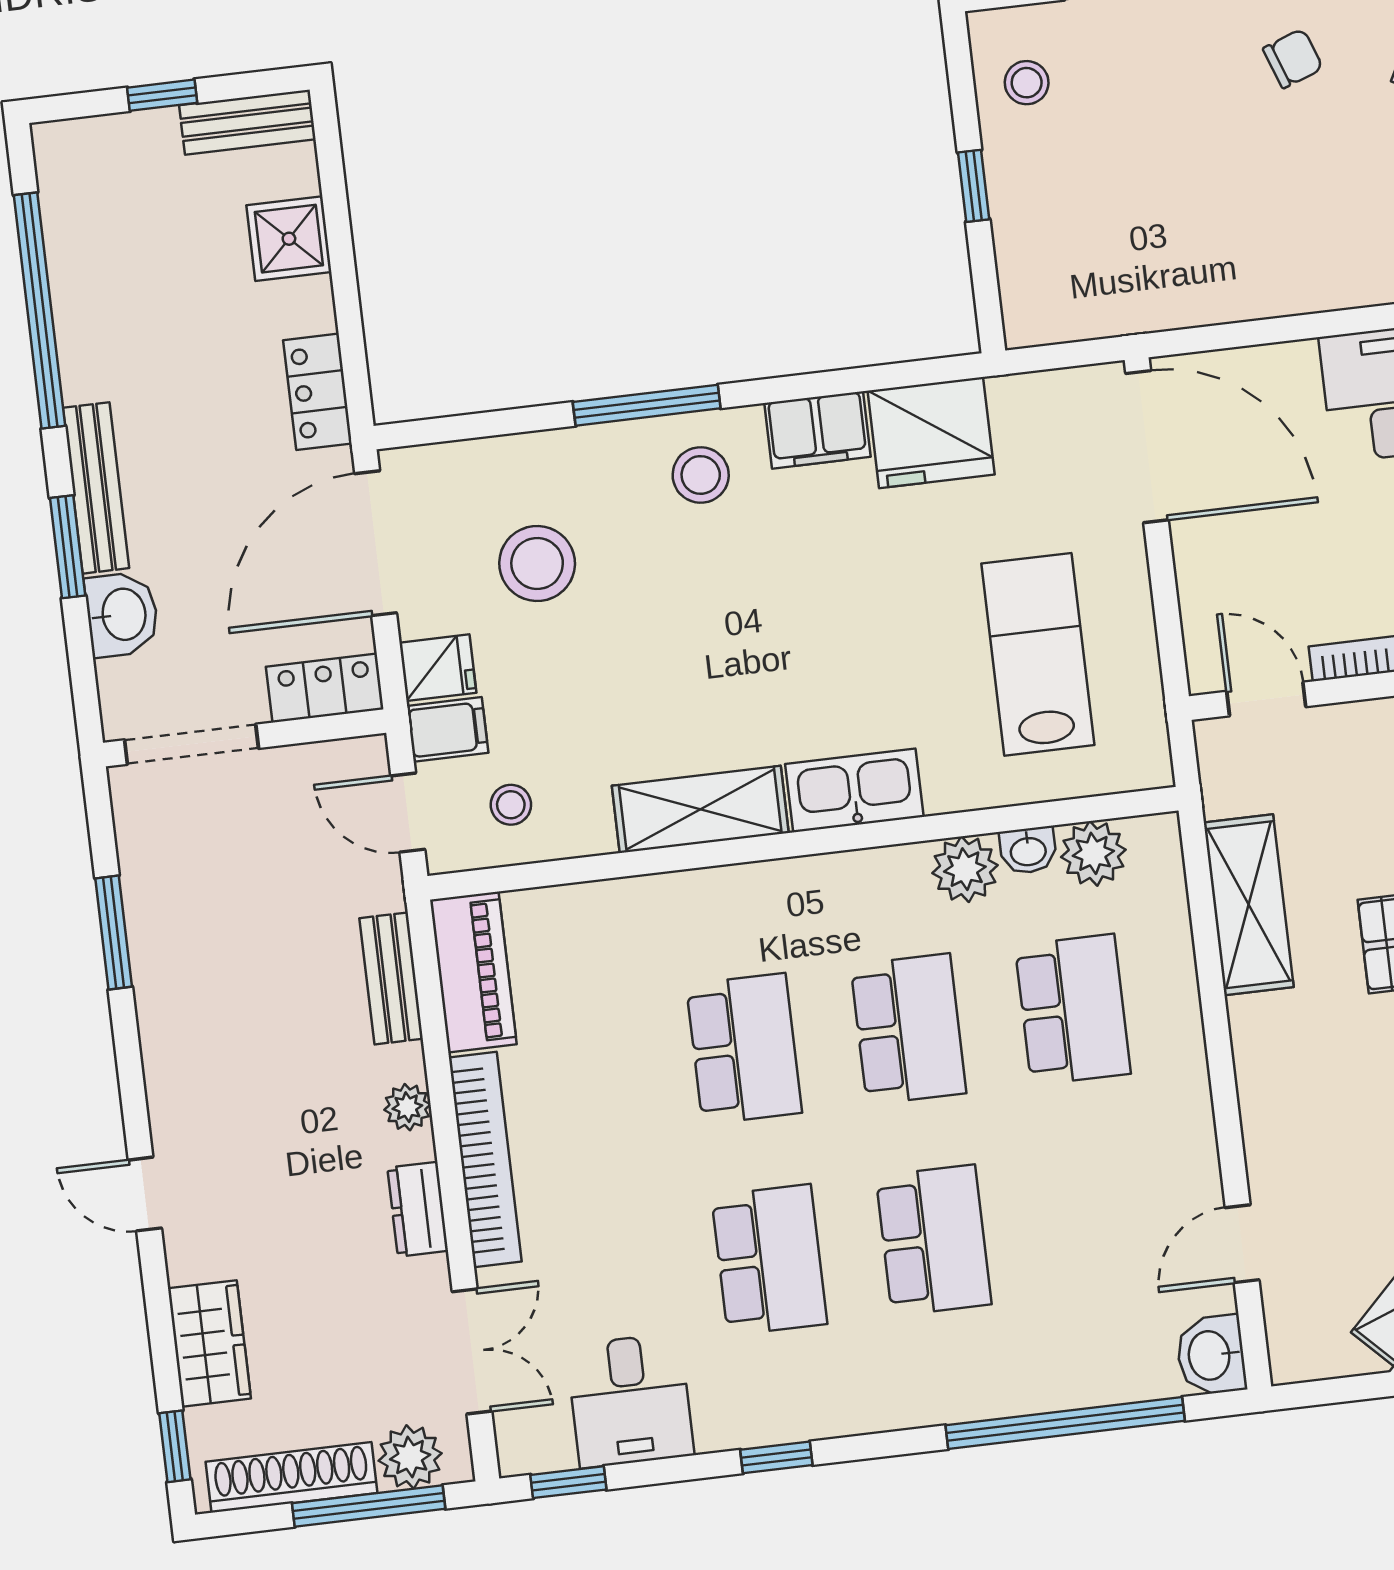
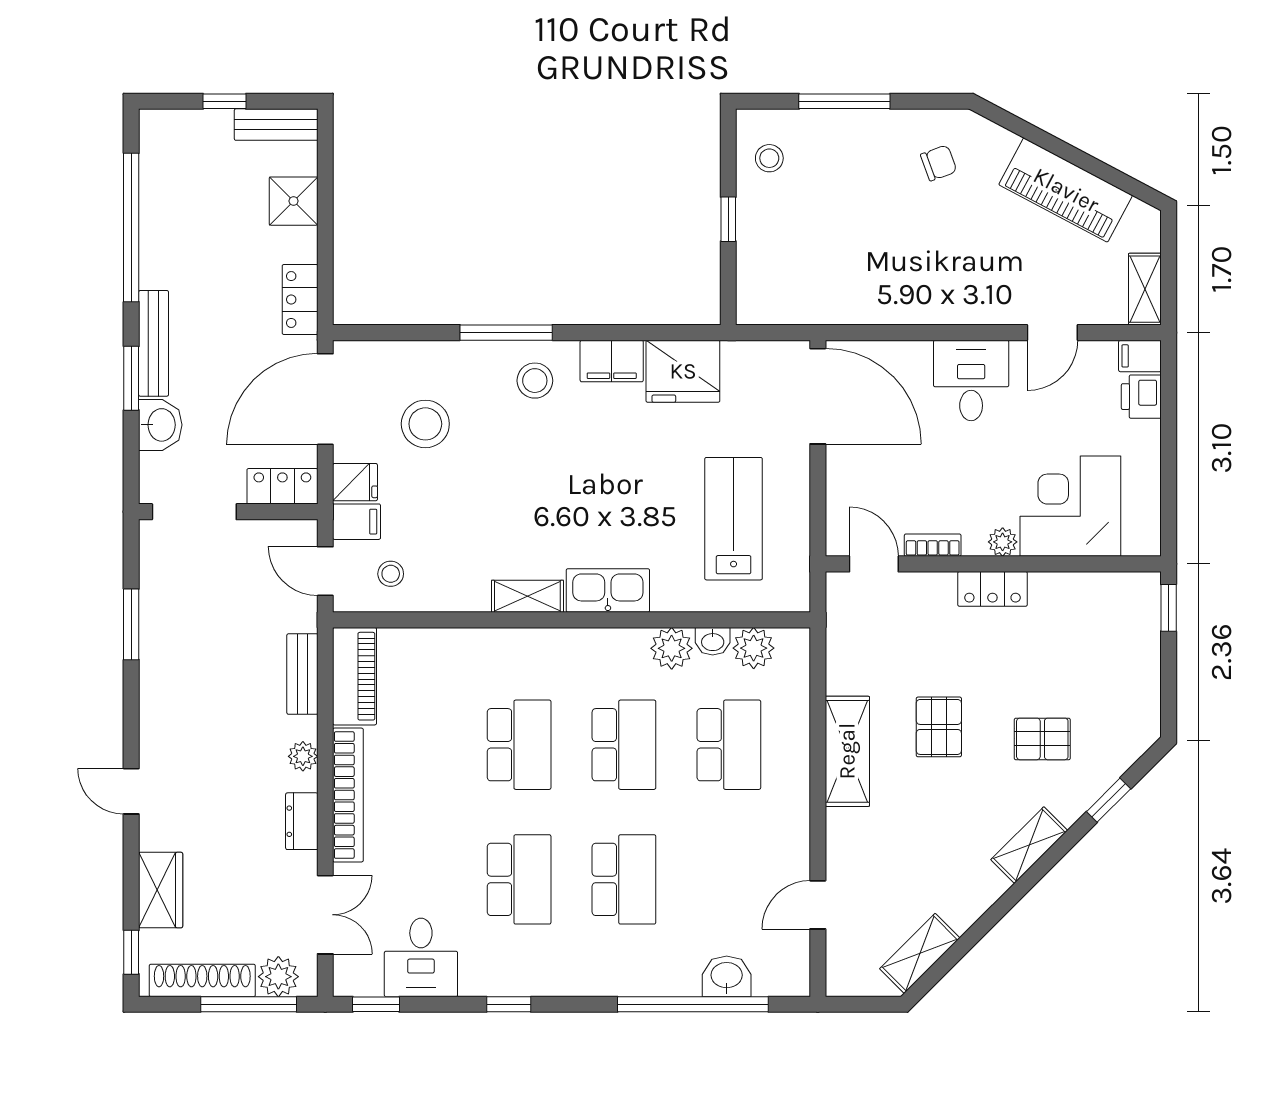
shelving: (700, 809) -> (527, 596), width x0.67, depth x0.75
shelving: (1249, 905) -> (847, 751), moved
washbasin: (1211, 1355) -> (727, 976), moved, turned 90

